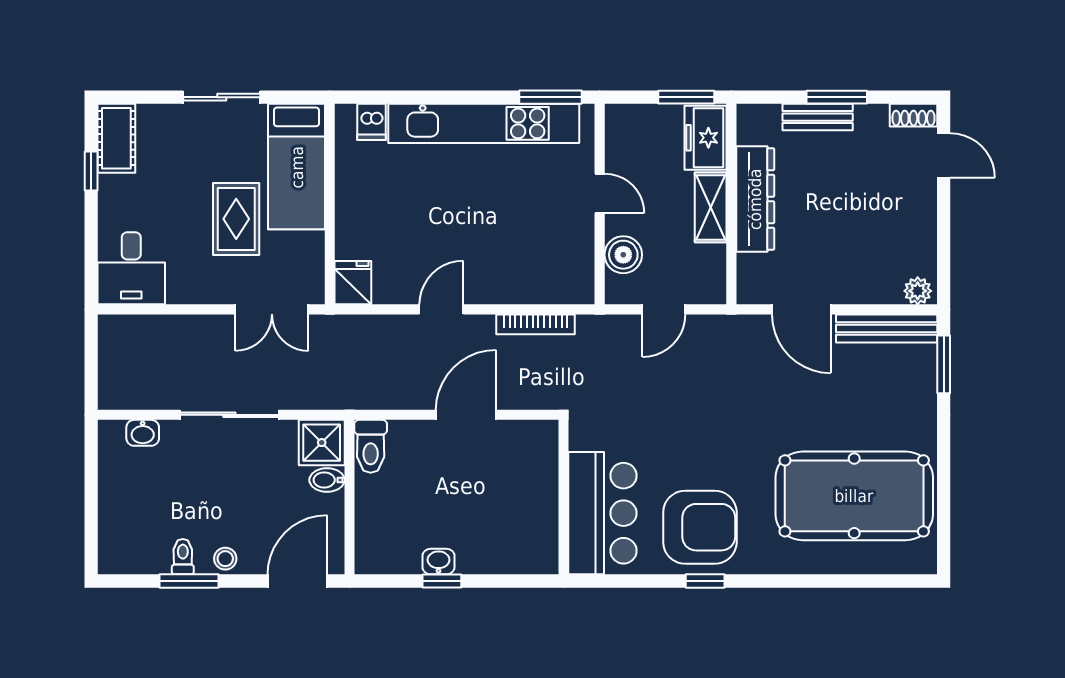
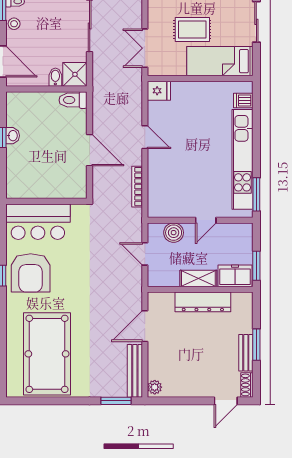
bench: (818, 117) -> (246, 353), moved

